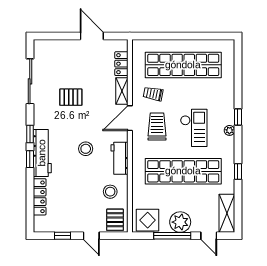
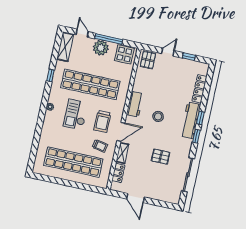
window: (238, 117) -> (42, 115), removed
stool: (110, 192) -> (147, 81), removed
door: (91, 236) -> (168, 52), hinge flipped

